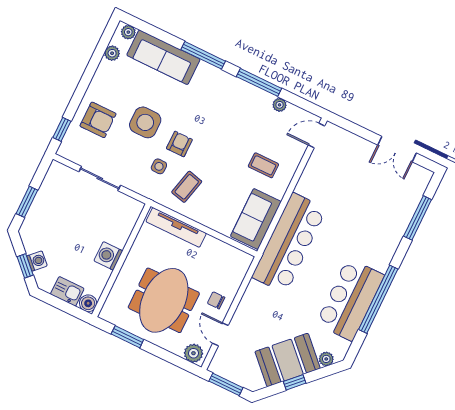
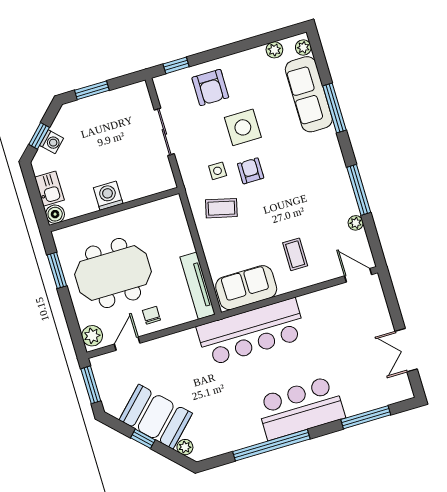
window: (203, 55) -> (334, 108), moved
armchair: (179, 144) -> (251, 171), turned -90
tv unit: (176, 227) -> (198, 286), moved
bar counter: (350, 300) -> (300, 408), moved

